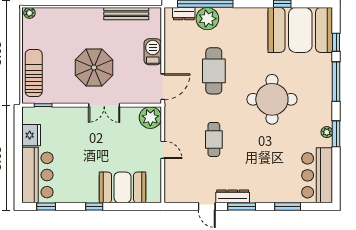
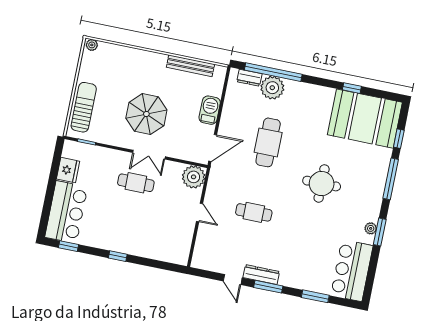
round table: (272, 99) -> (322, 184), width x0.73, depth x0.73
cafe table: (97, 134) -> (136, 183), added
cafe table: (214, 139) -> (254, 212), turned 90
booth: (123, 187) -> (151, 243), removed

